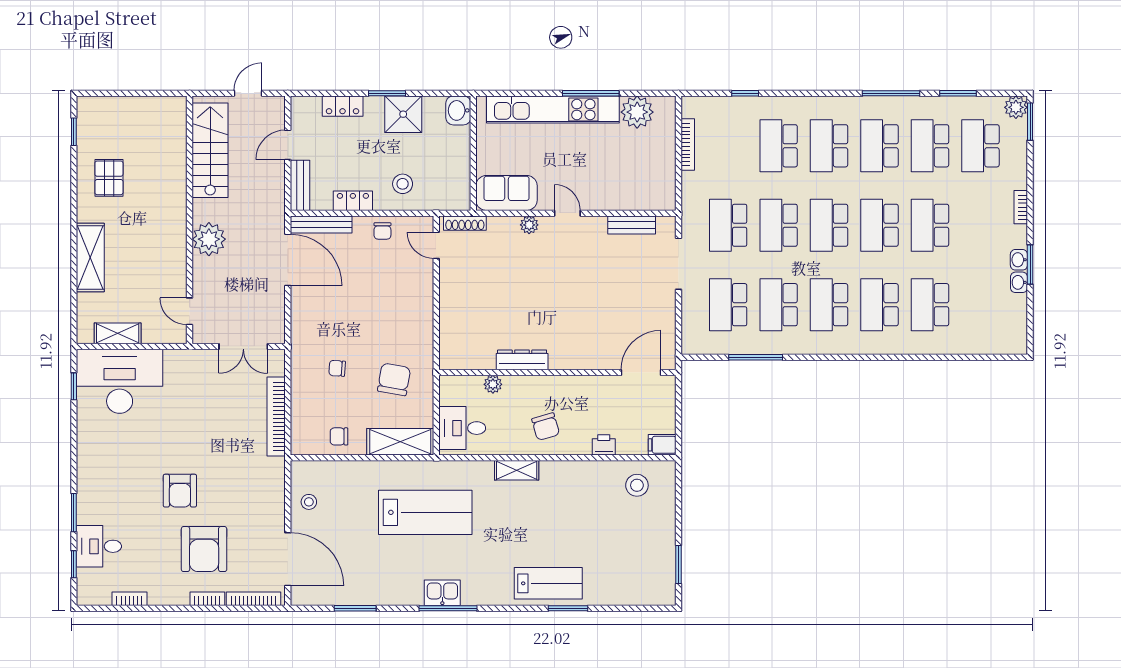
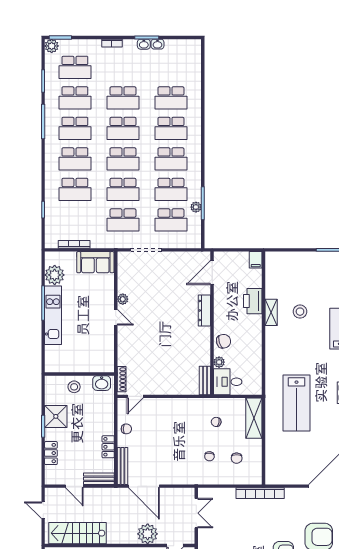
kitchen unit: (553, 109) -> (53, 315), width x0.73
washbasin: (458, 110) -> (102, 383), moved
stool: (403, 184) -> (74, 387), moved
sofa: (507, 193) -> (95, 262), moved, turned -90
door: (567, 213) -> (116, 317), swing flipped
plant: (529, 225) -> (123, 299), moved
bench: (632, 225) -> (205, 380), moved
plant: (209, 239) -> (148, 534), moved
door: (288, 260) -> (144, 486), swing flipped
plant: (749, 346) -> (196, 207), added
dresser: (522, 360) -> (204, 310), moved
door: (641, 373) -> (212, 273), hinge flipped
chair: (394, 379) -> (216, 422), width x0.54, depth x0.54
bookcase: (276, 417) -> (260, 493), moved
chair: (546, 427) -> (224, 341), moved
desk: (462, 428) -> (228, 382), moved, turned 90
chair: (339, 436) -> (237, 458), moved
printer: (604, 445) -> (253, 301), width x1.87, depth x1.48
shelving: (517, 470) -> (271, 312), moved
stool: (637, 485) -> (300, 312), moved
stool: (309, 502) -> (290, 473), removed
lab bench: (425, 512) -> (297, 403), turned 180

